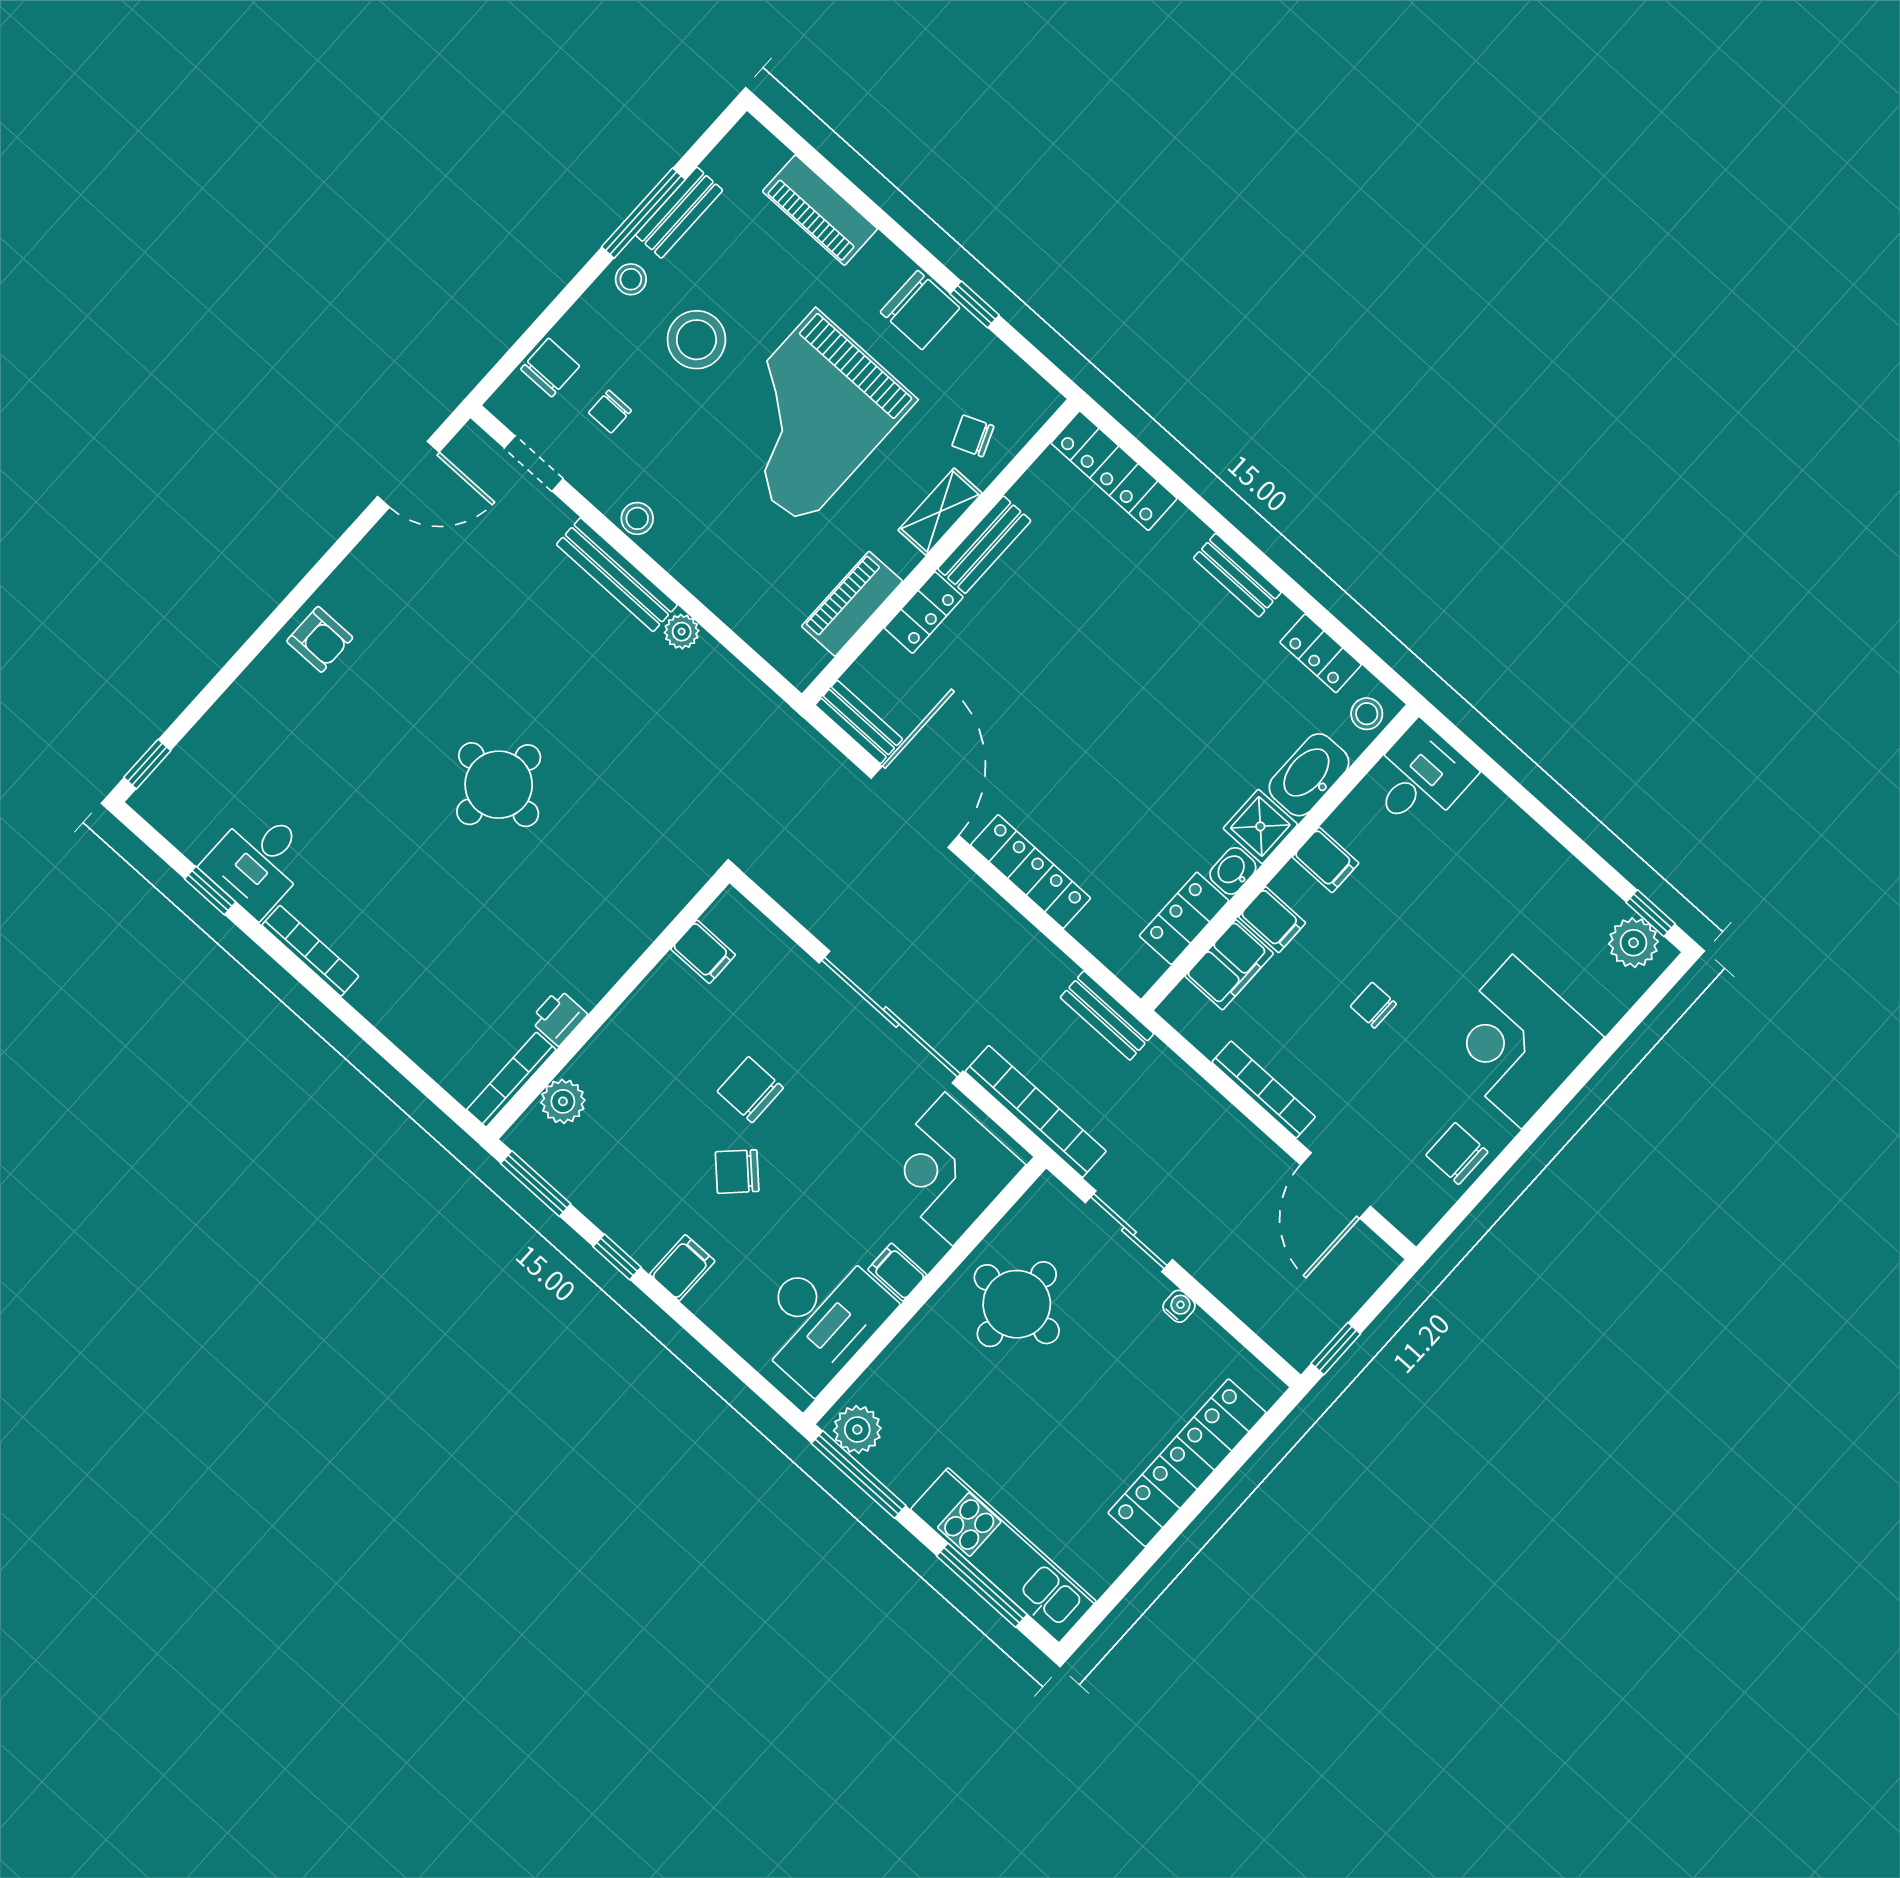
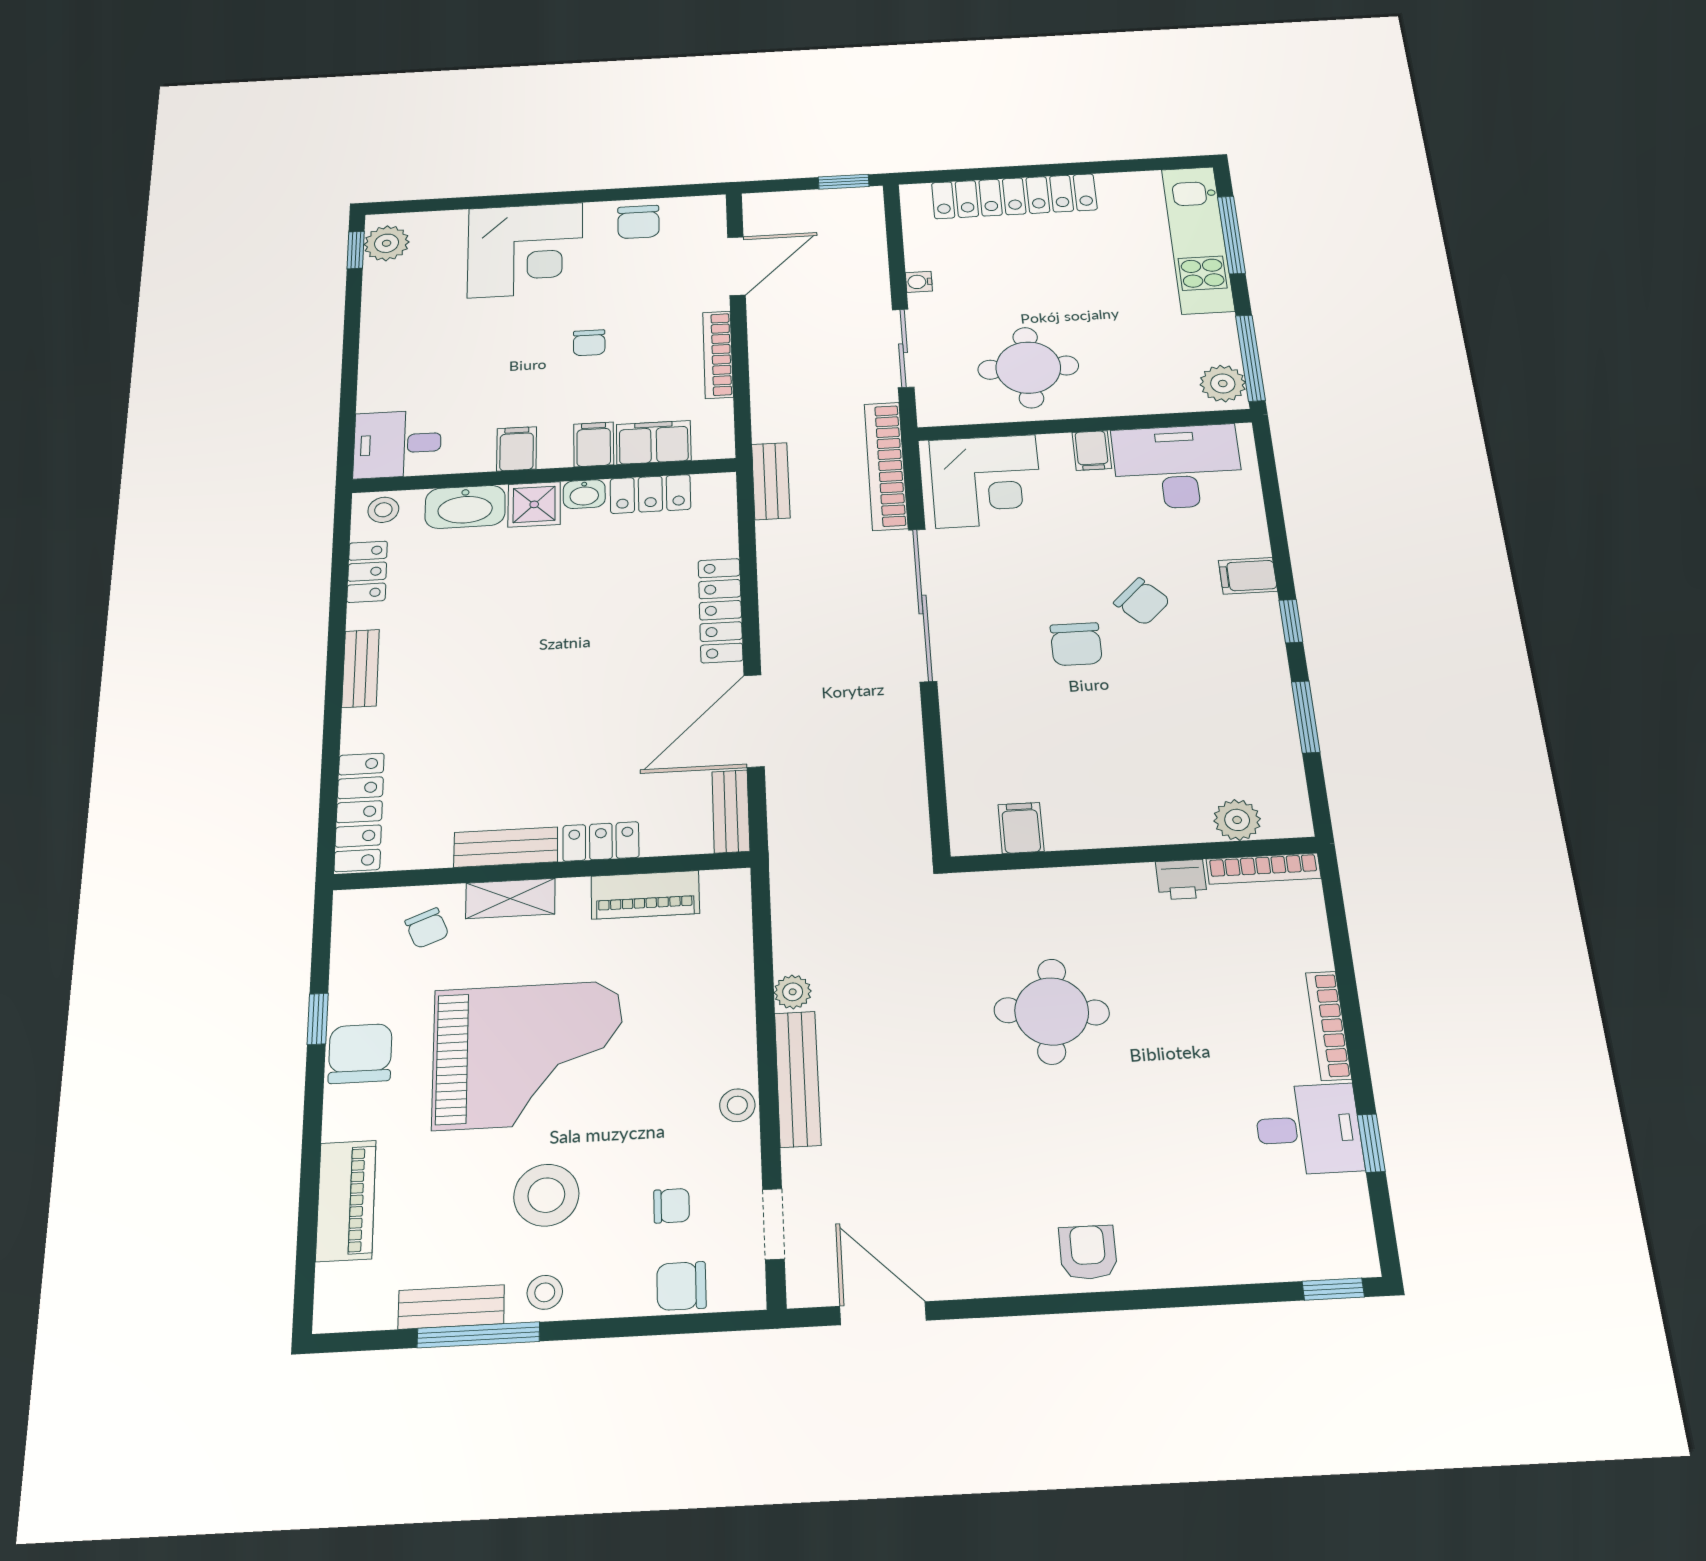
filing cabinet: (703, 952) -> (1021, 828), moved
wall: (608, 1005) -> (1134, 855), moved
printer: (558, 1017) -> (1181, 880), moved
bookcase: (511, 1080) -> (1264, 869), moved
plant: (563, 1101) -> (1237, 820), moved

